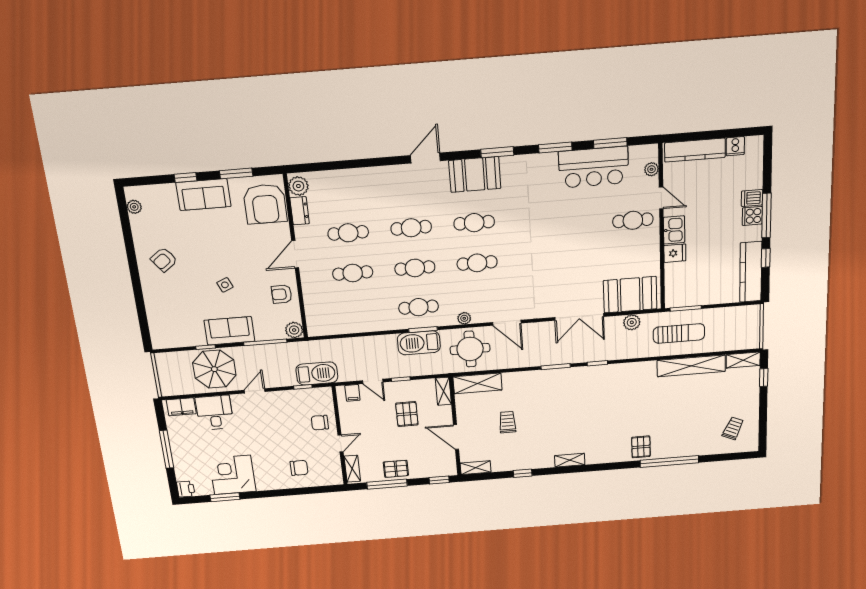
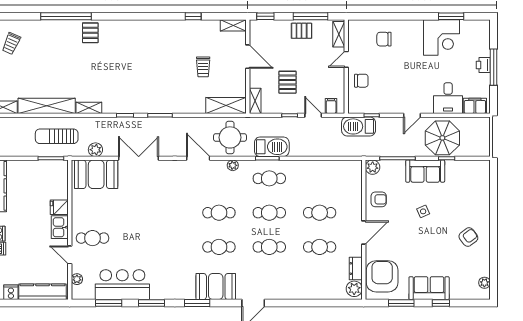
shelving: (570, 460) -> (89, 108), moved
printer: (186, 489) -> (483, 65), moved

